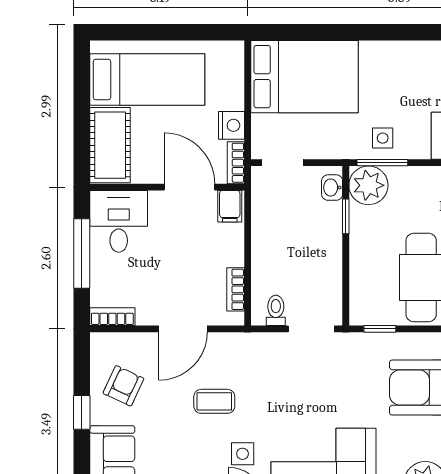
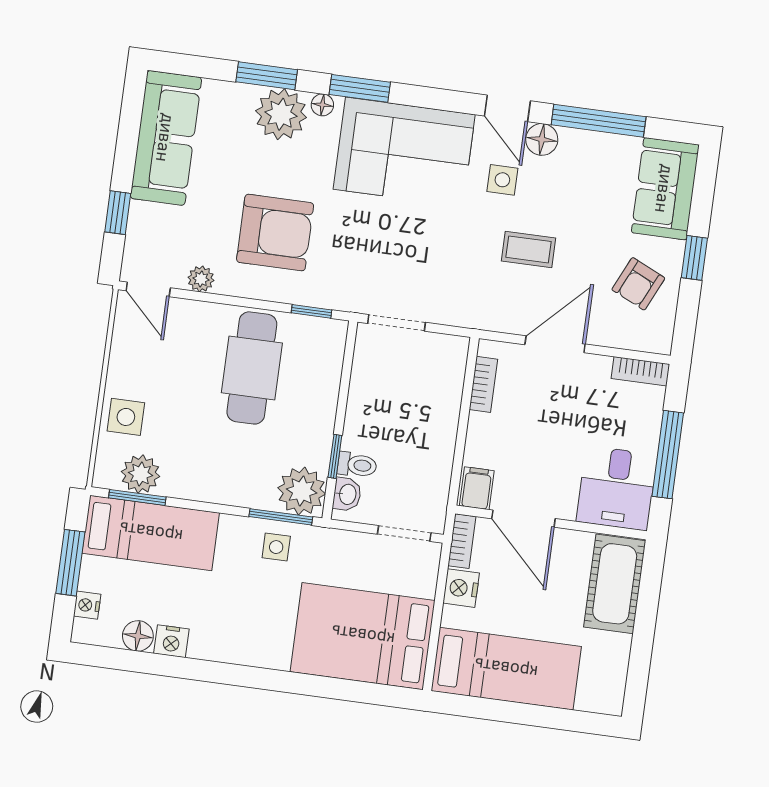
bed: (147, 79) -> (506, 669), moved, turned 180
toilet: (276, 310) -> (357, 465), moved, turned -90

